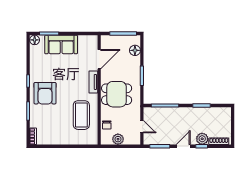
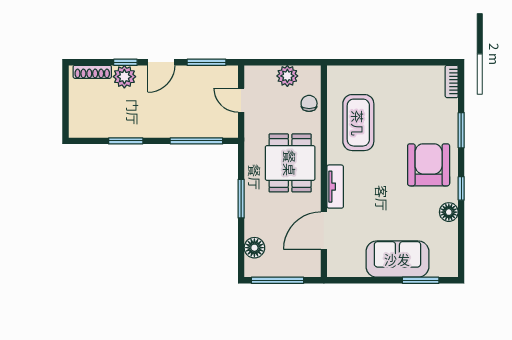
floor lamp: (35, 40) -> (449, 212), moved
dining table: (117, 94) -> (290, 163), turned 90

